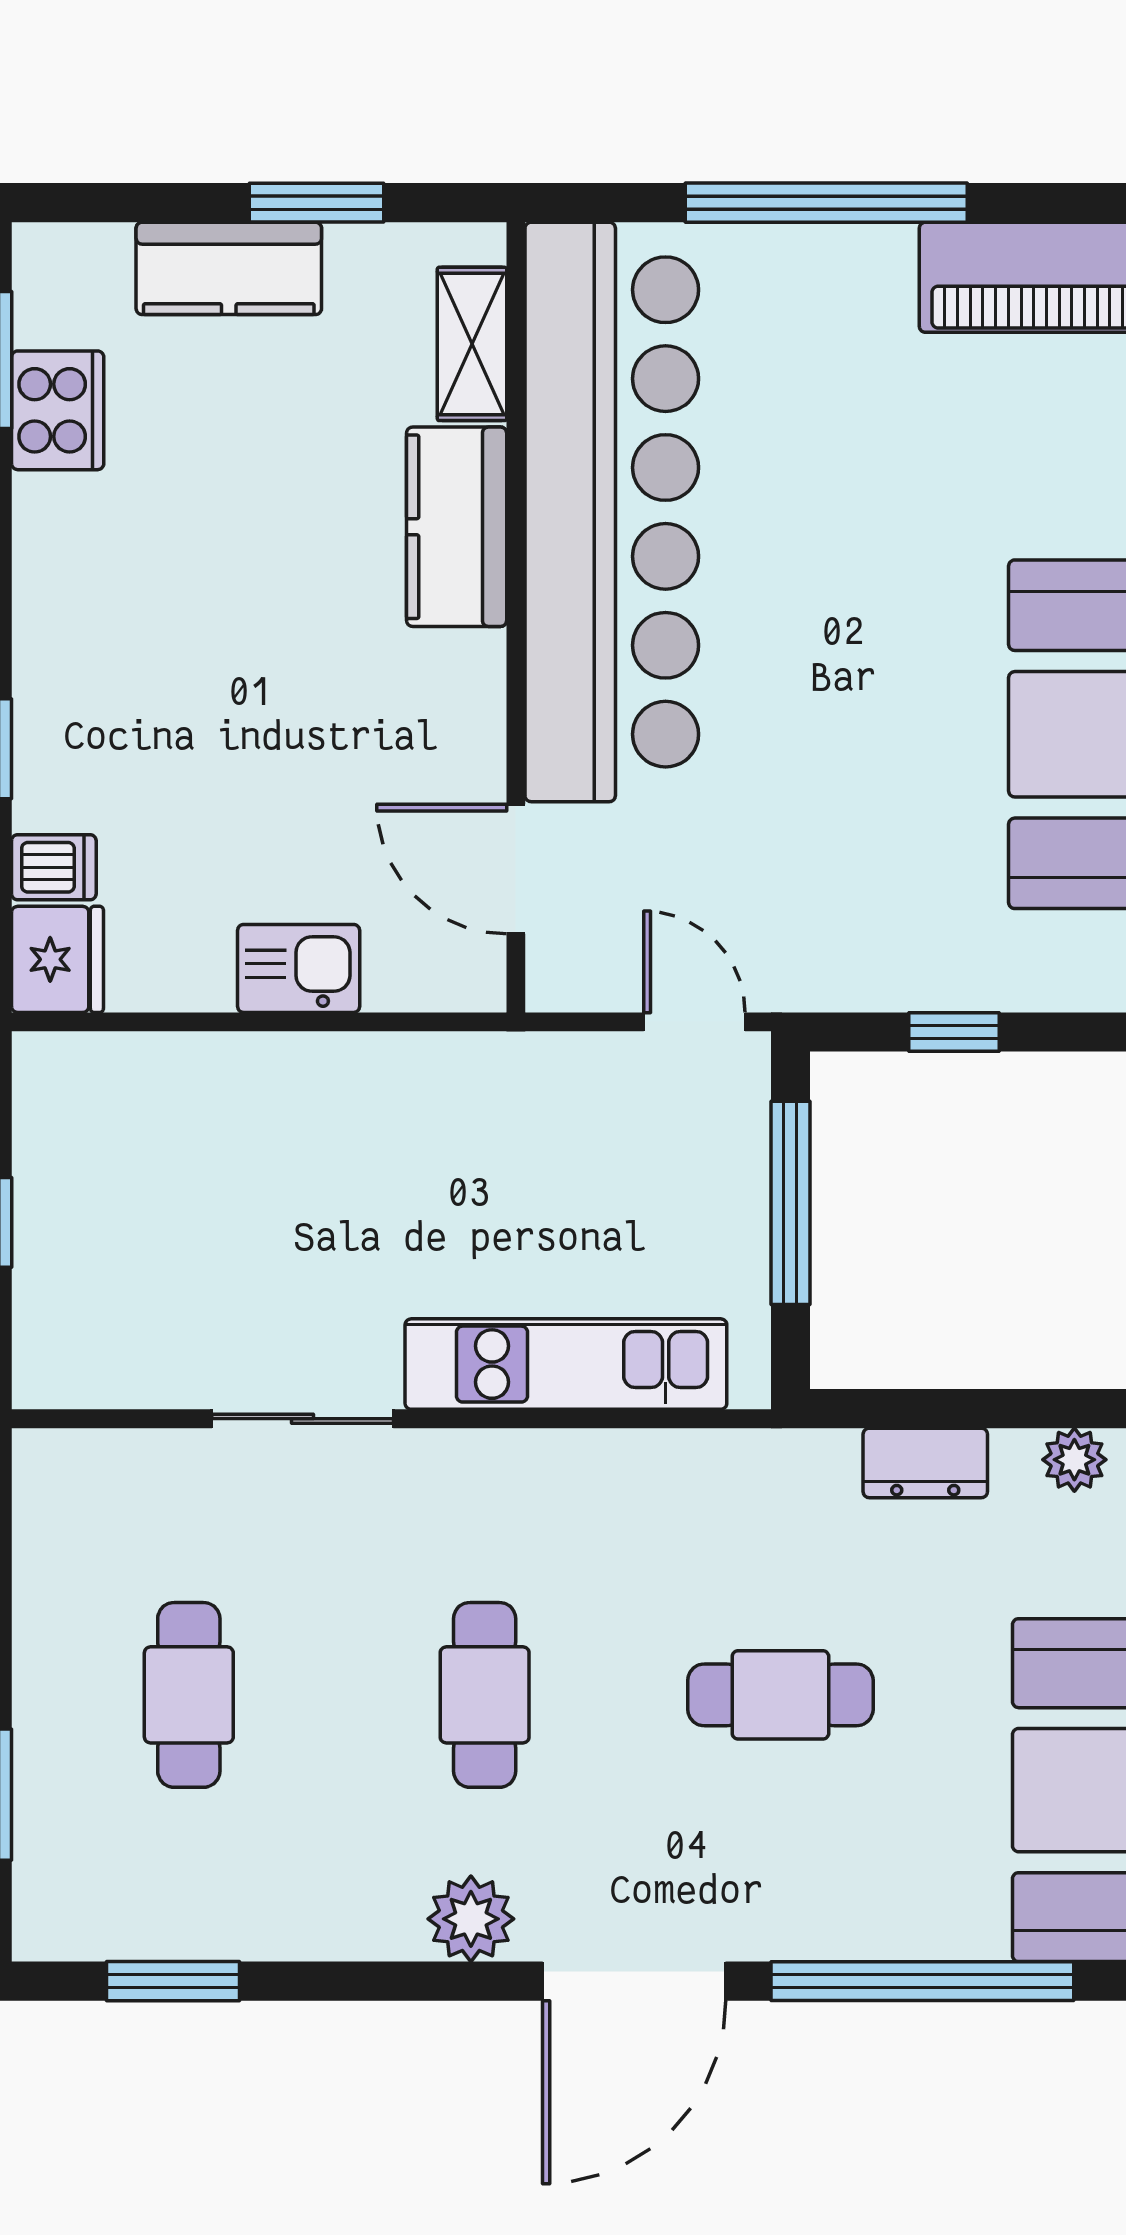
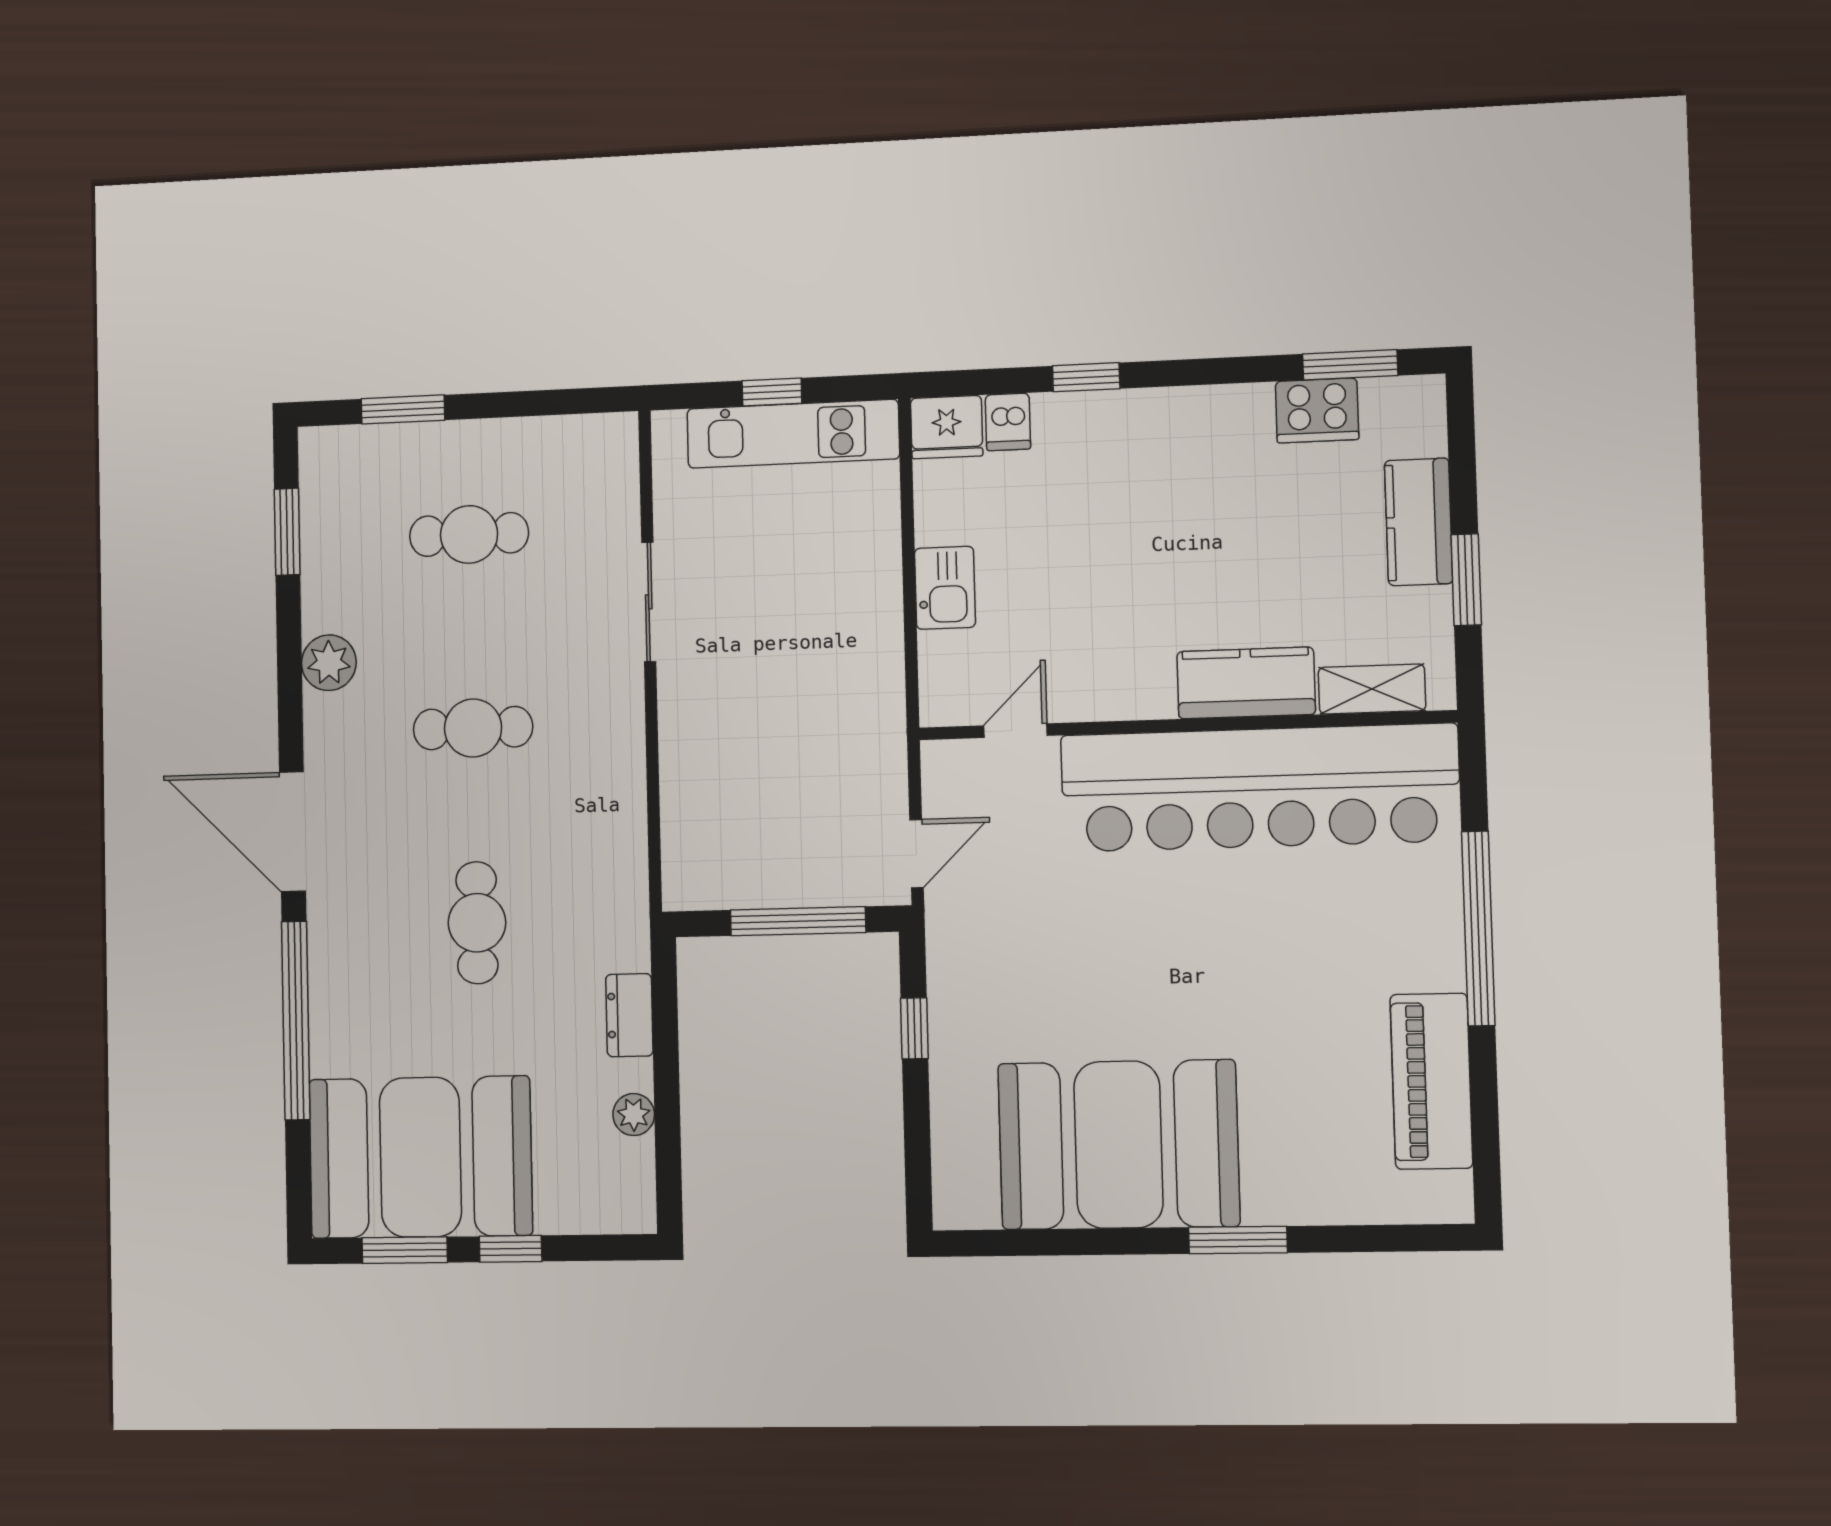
door: (516, 869) -> (1015, 731), width x0.73
kitchen unit: (566, 1364) -> (793, 434), moved, turned 90
plant: (471, 1919) -> (329, 663), moved

